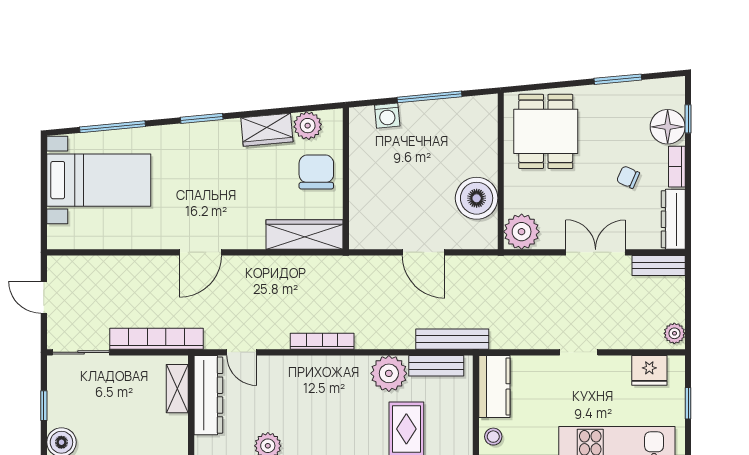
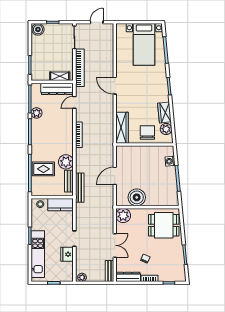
floor lamp: (668, 127) -> (166, 275), removed
chair: (316, 172) -> (147, 133), turned -90
fridge: (649, 370) -> (67, 254), moved

